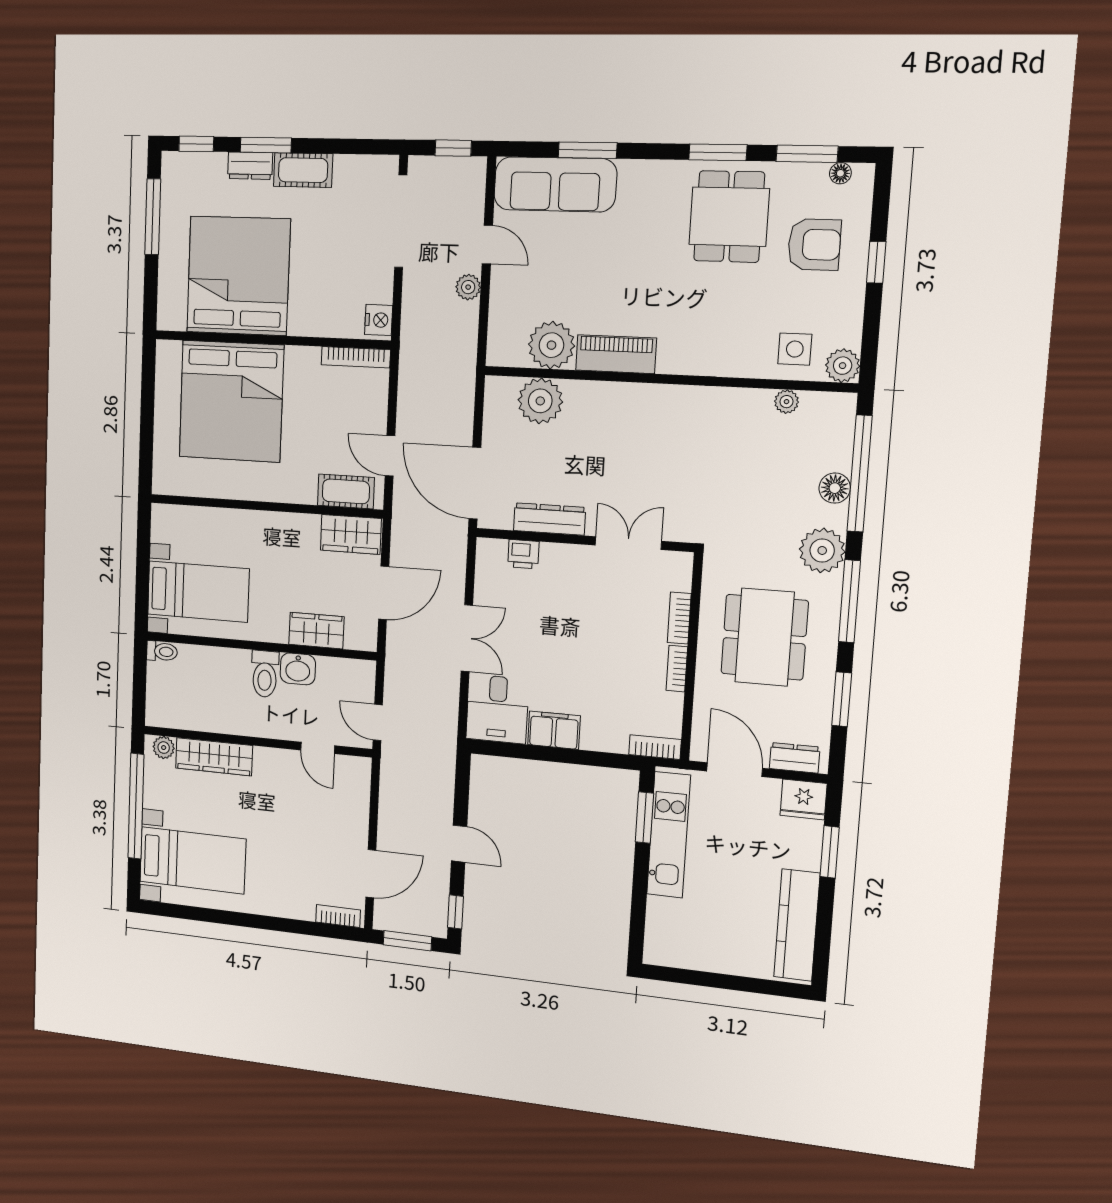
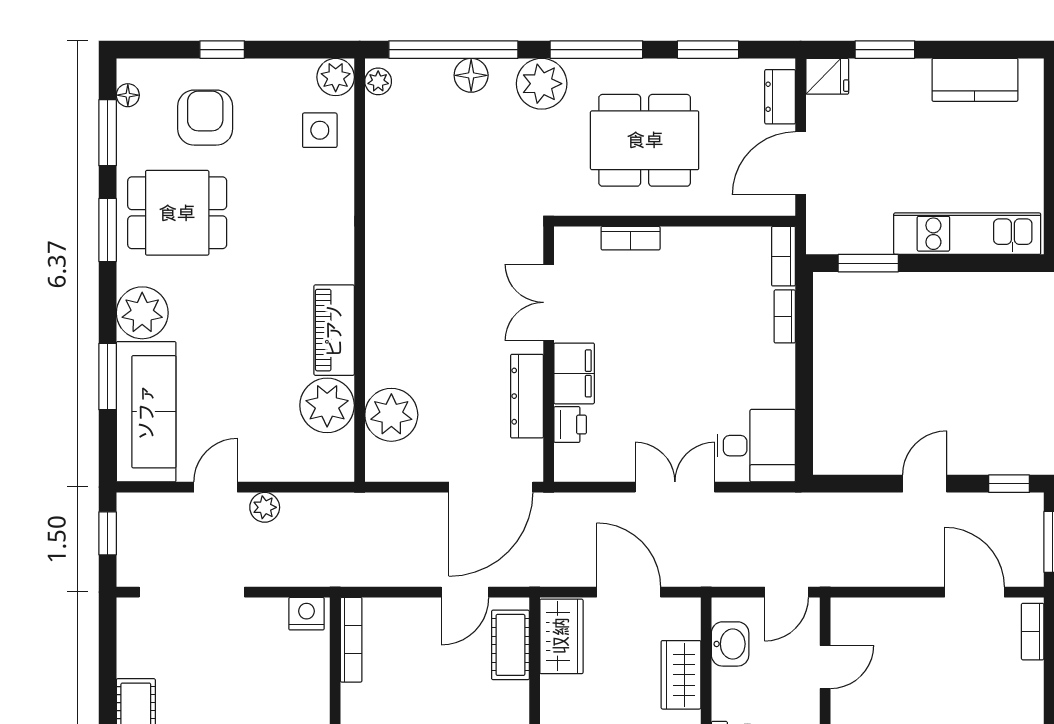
plant: (642, 183) -> (142, 313), added
plant: (787, 402) -> (378, 81), moved
washbasin: (298, 669) -> (730, 644), moved
bookcase: (677, 669) -> (785, 316), moved, turned 90
filing cabinet: (554, 730) -> (574, 373), moved, turned 180
fridge: (803, 799) -> (827, 76), width x0.72
kitchen unit: (669, 835) -> (967, 234), moved
kitchen counter: (797, 925) -> (975, 80), width x0.67

